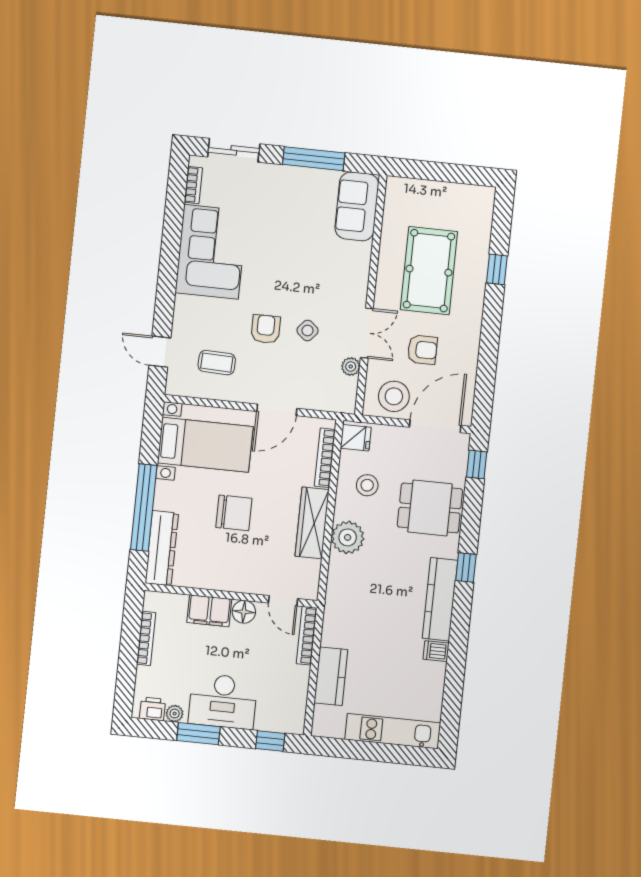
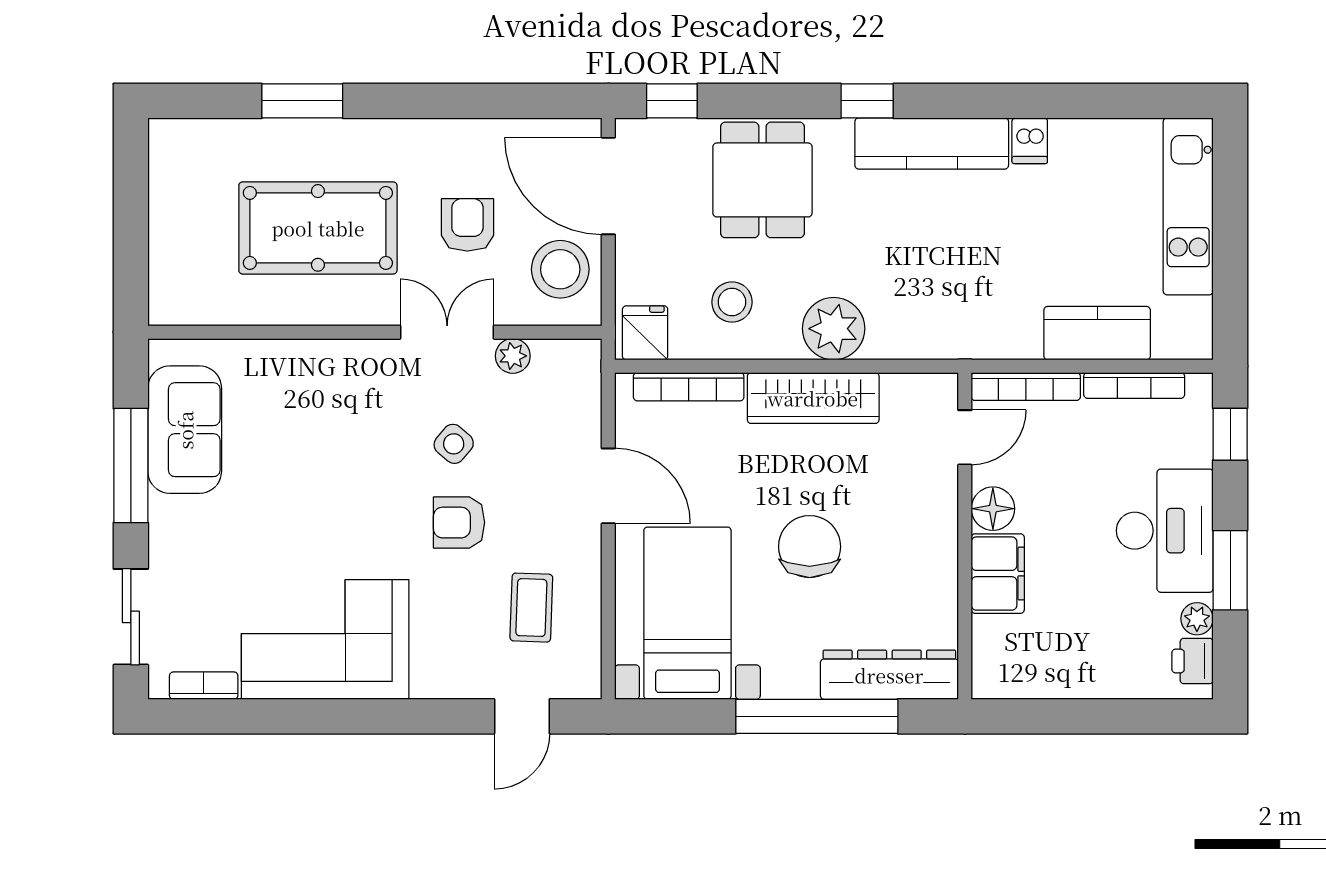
sofa: (357, 206) -> (185, 430), moved, turned -90
window: (497, 269) -> (302, 101), width x1.50
bookcase: (146, 638) -> (1134, 385), moved, turned 180

